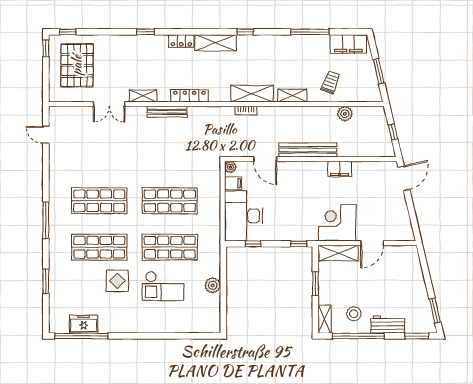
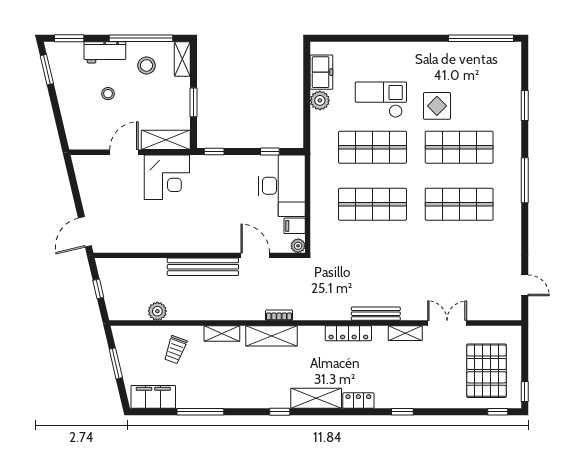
filing cabinet: (340, 169) -> (164, 243), removed
stool: (385, 291) -> (108, 94), added
freezer: (84, 324) -> (321, 72), moved, turned -90

